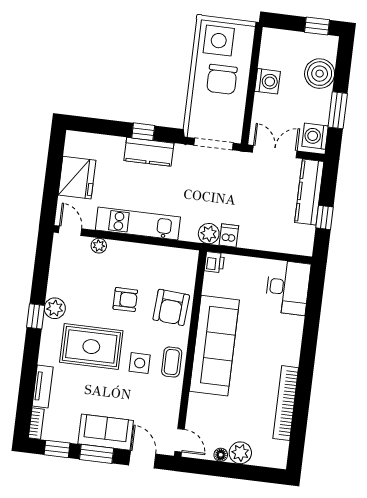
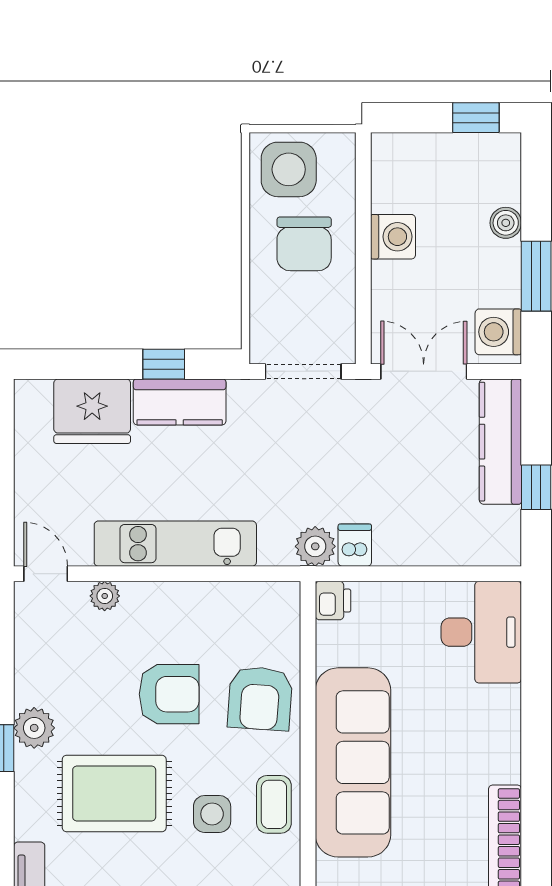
boiler: (320, 74) -> (506, 223), width x0.54, depth x0.54
fridge: (77, 178) -> (92, 411), moved, turned 90
armchair: (125, 300) -> (169, 694), width x1.38, depth x1.38

